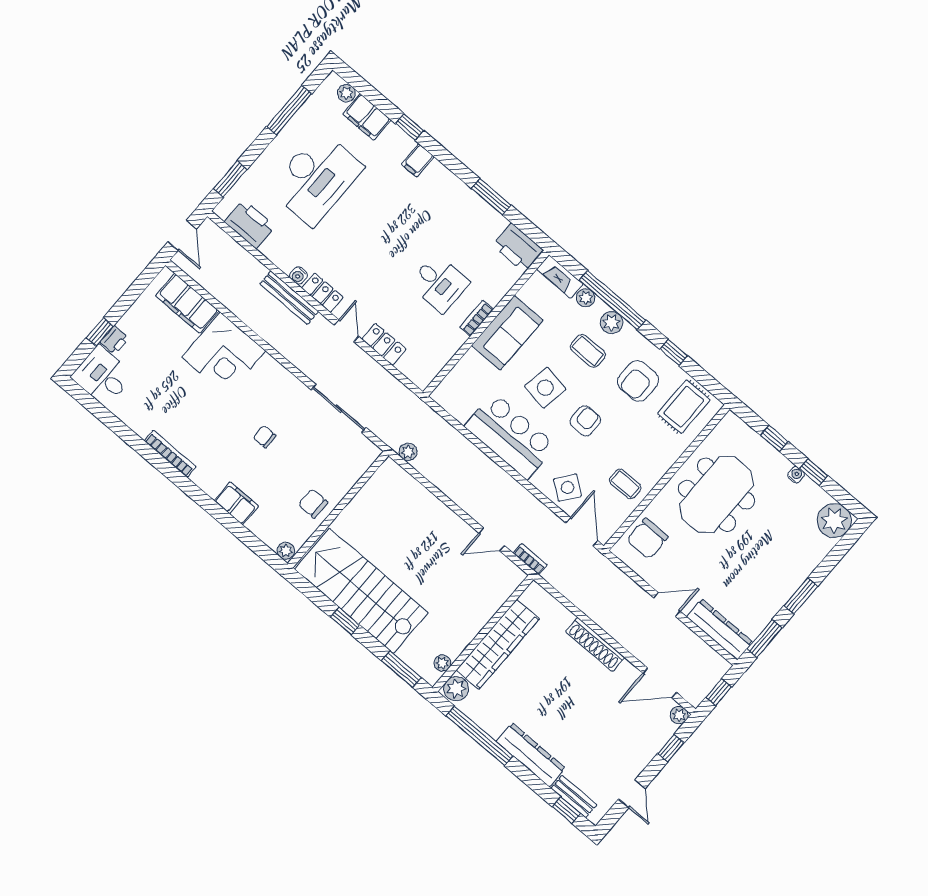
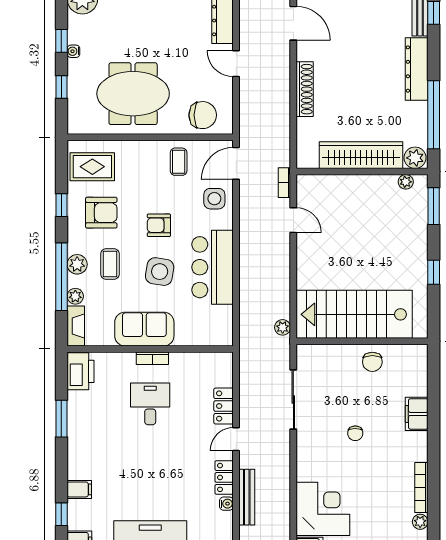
side table: (568, 488) -> (214, 199), turned -37
plant: (286, 551) -> (420, 522), moved
stairs: (361, 591) -> (354, 314), moved, turned 90

